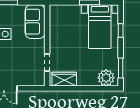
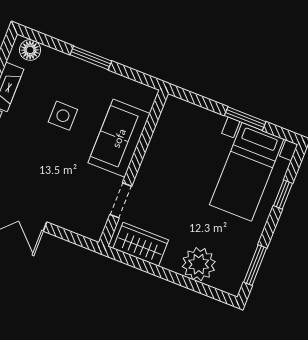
sofa: (35, 22) -> (119, 138), moved
plant: (106, 78) -> (199, 264), moved

